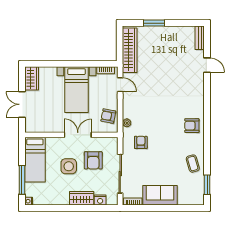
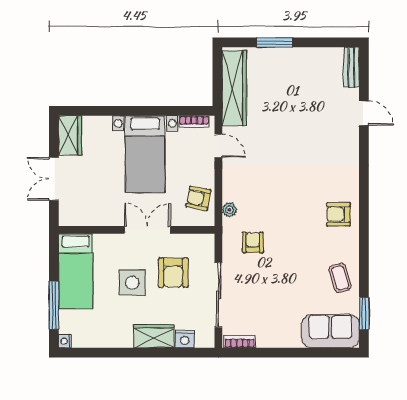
sofa: (160, 195) -> (330, 331), moved

